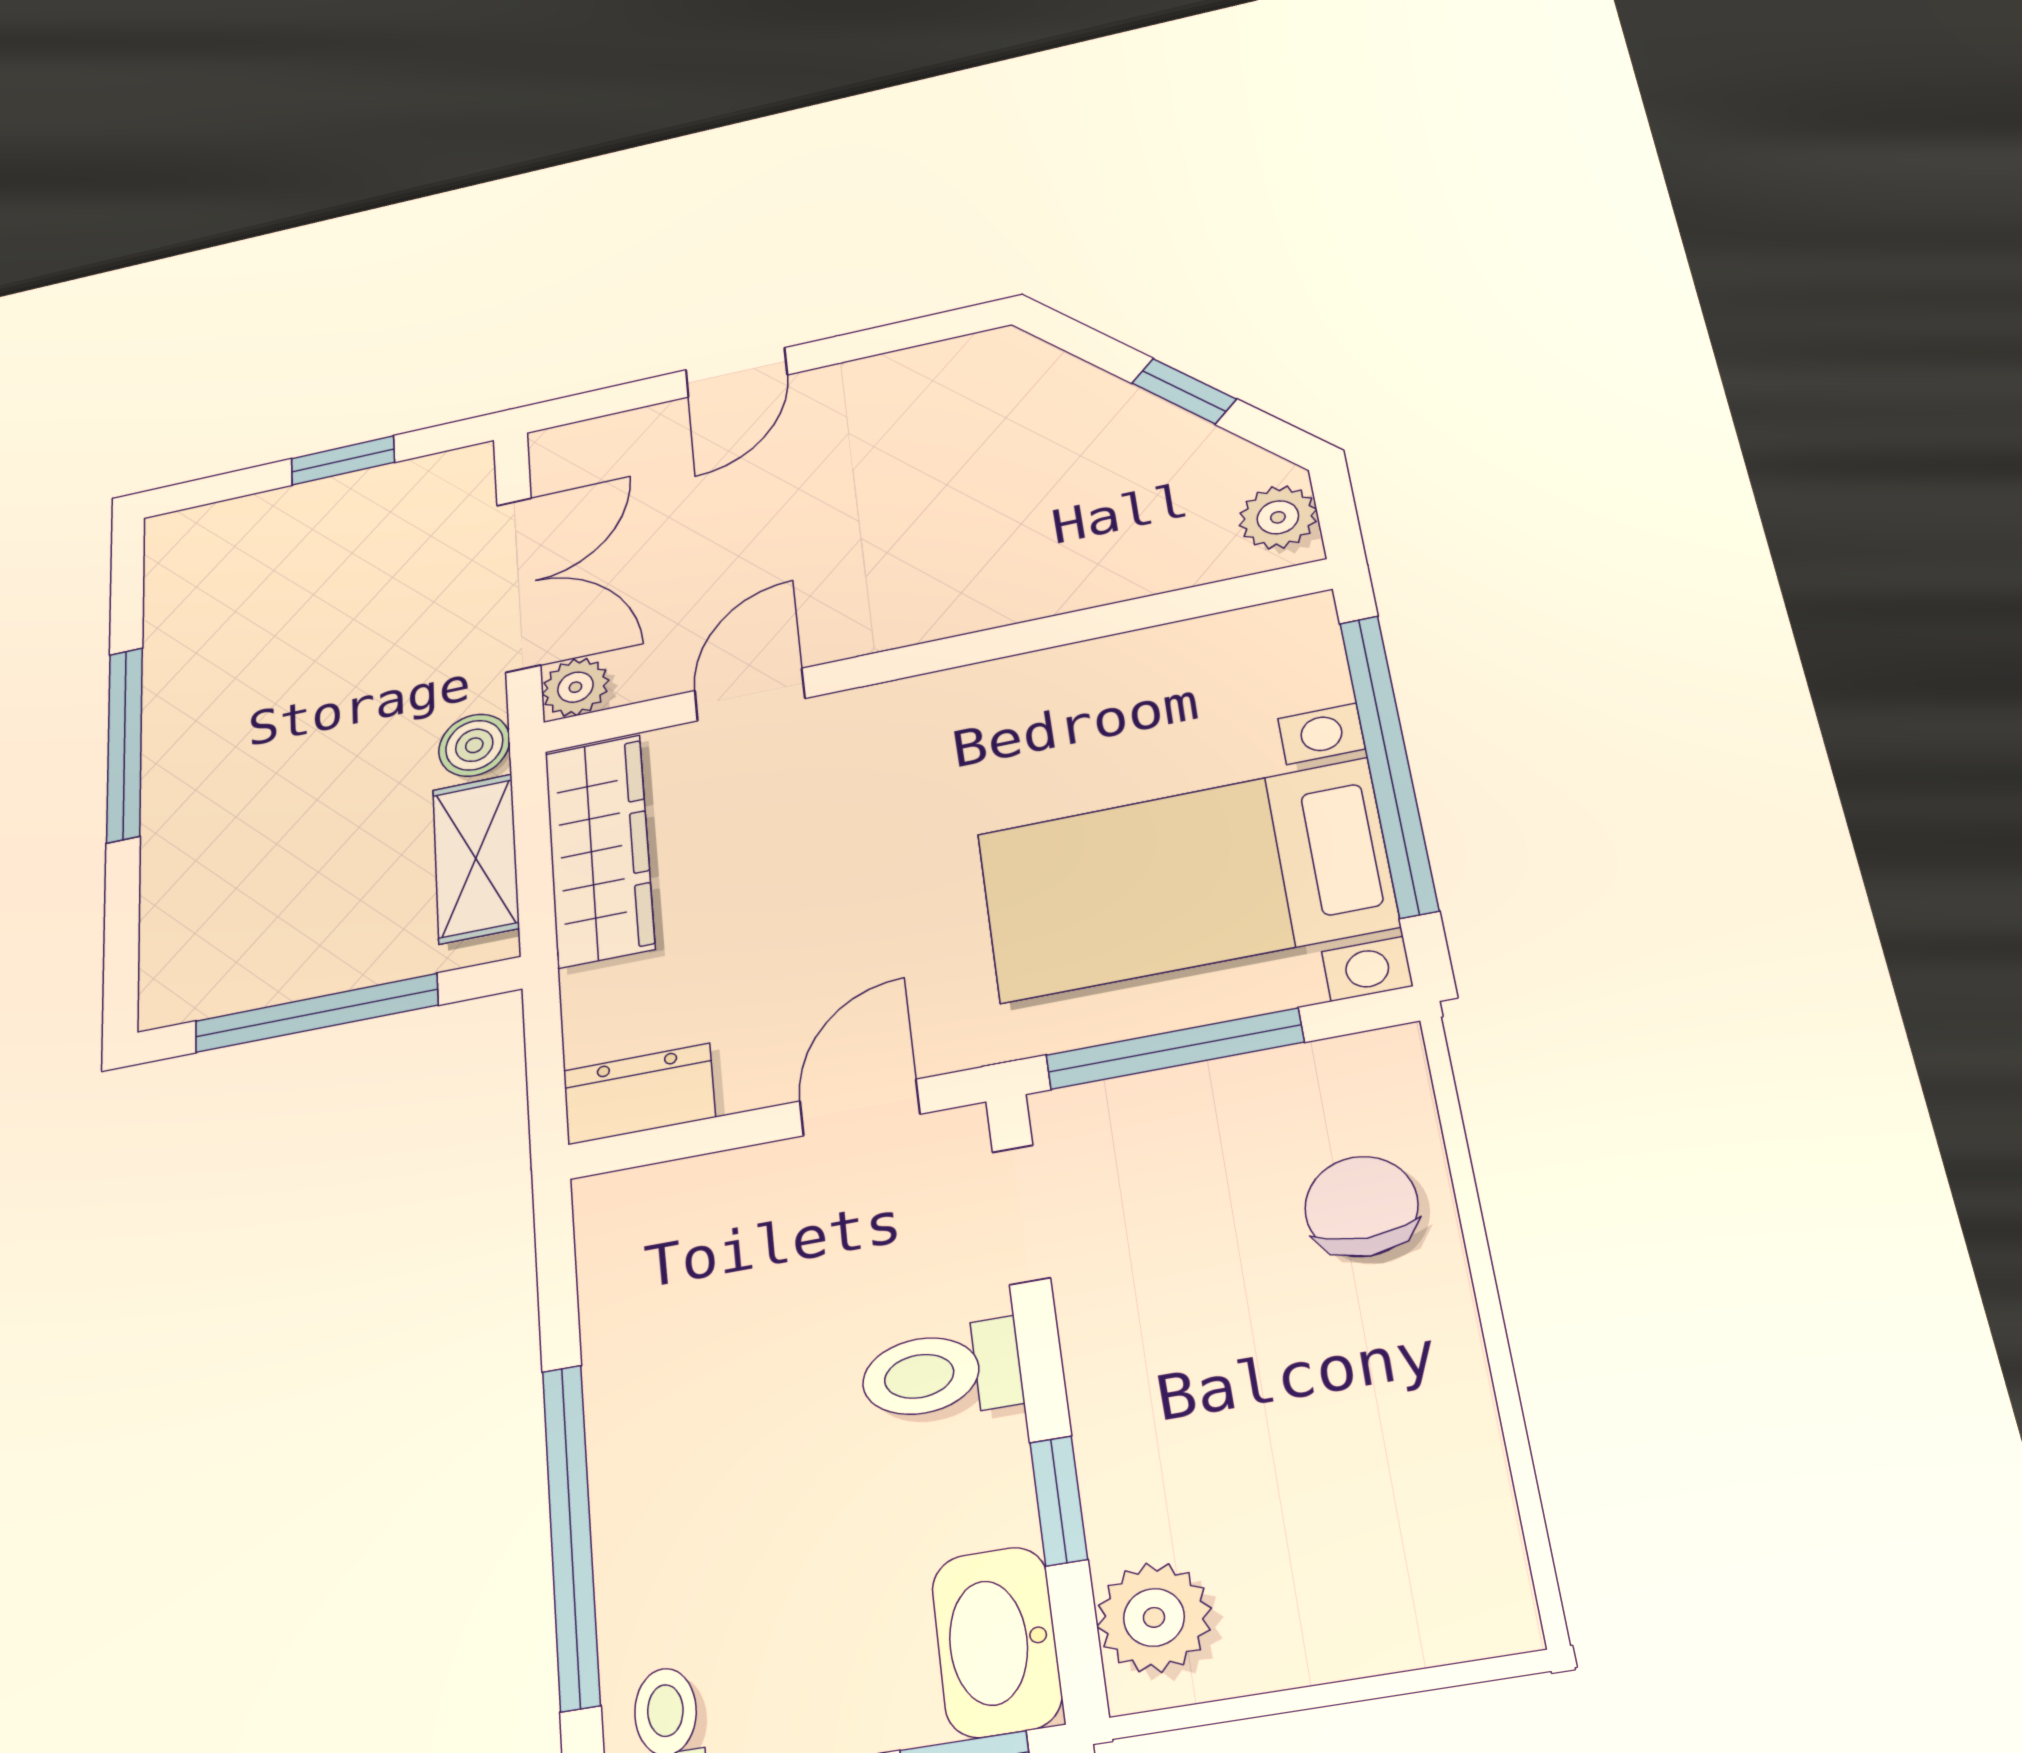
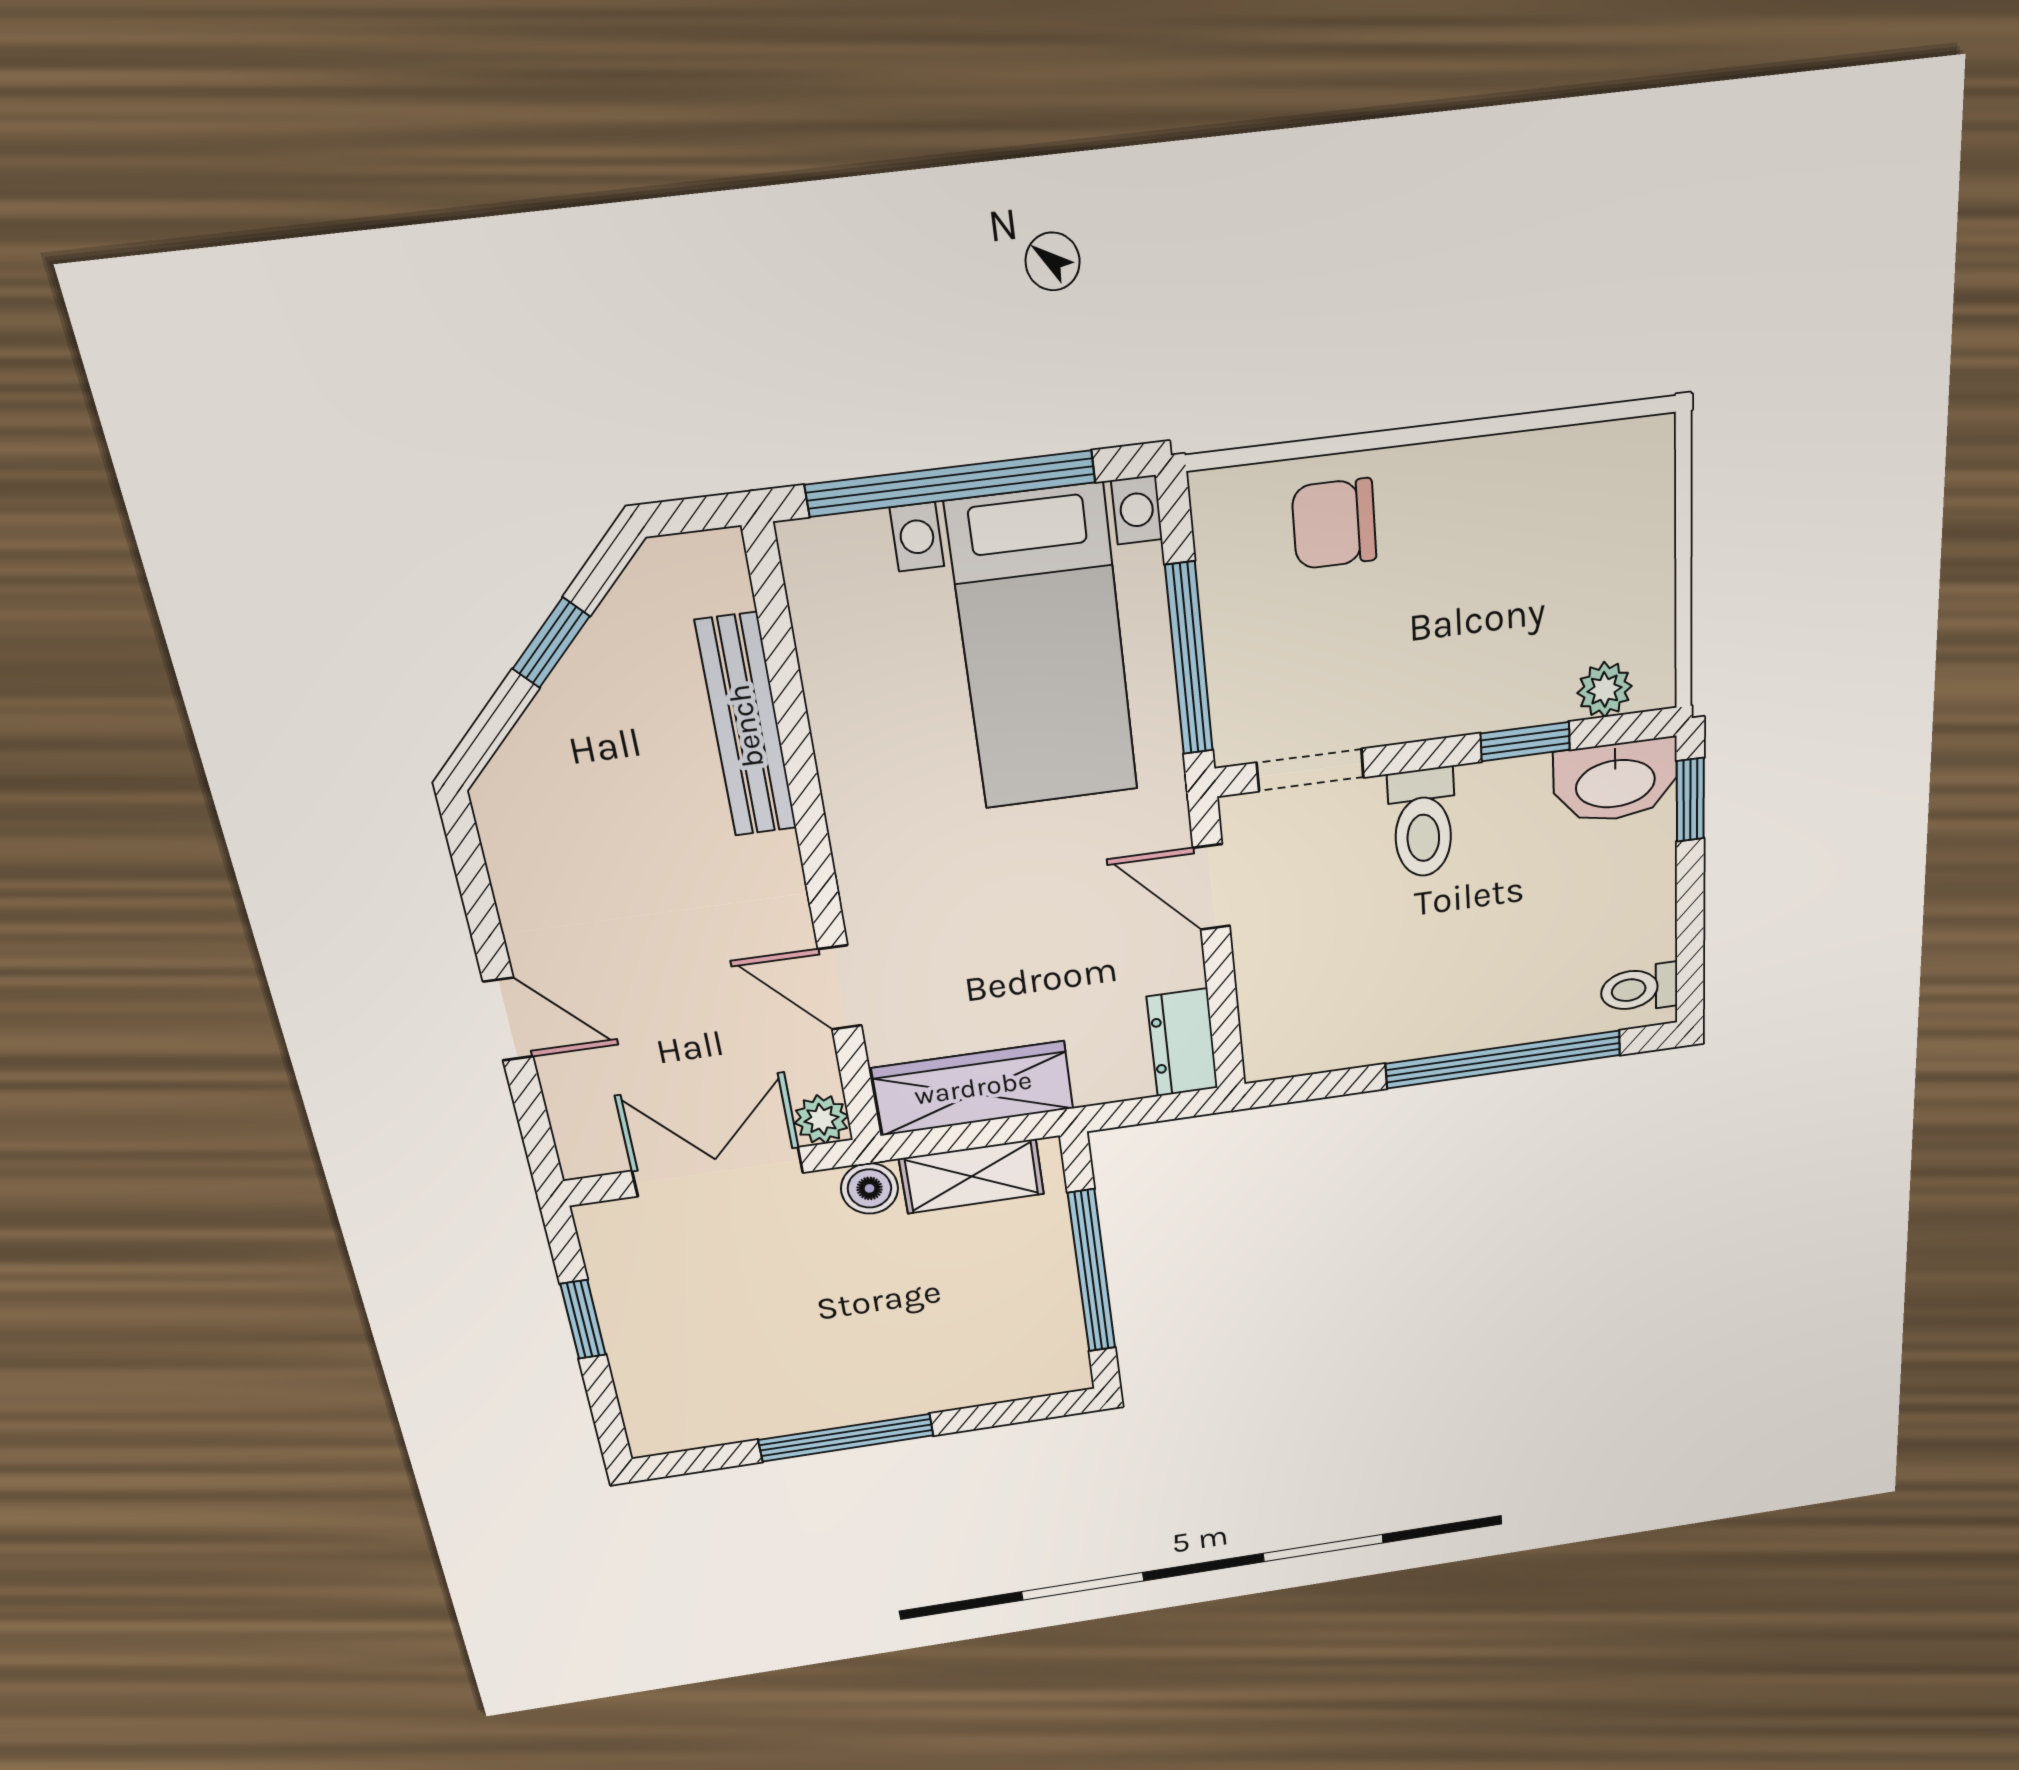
plant: (1278, 517) -> (694, 565), removed
bench: (1086, 578) -> (746, 726), added
plant: (1154, 1617) -> (1605, 690), width x0.73, depth x0.73

